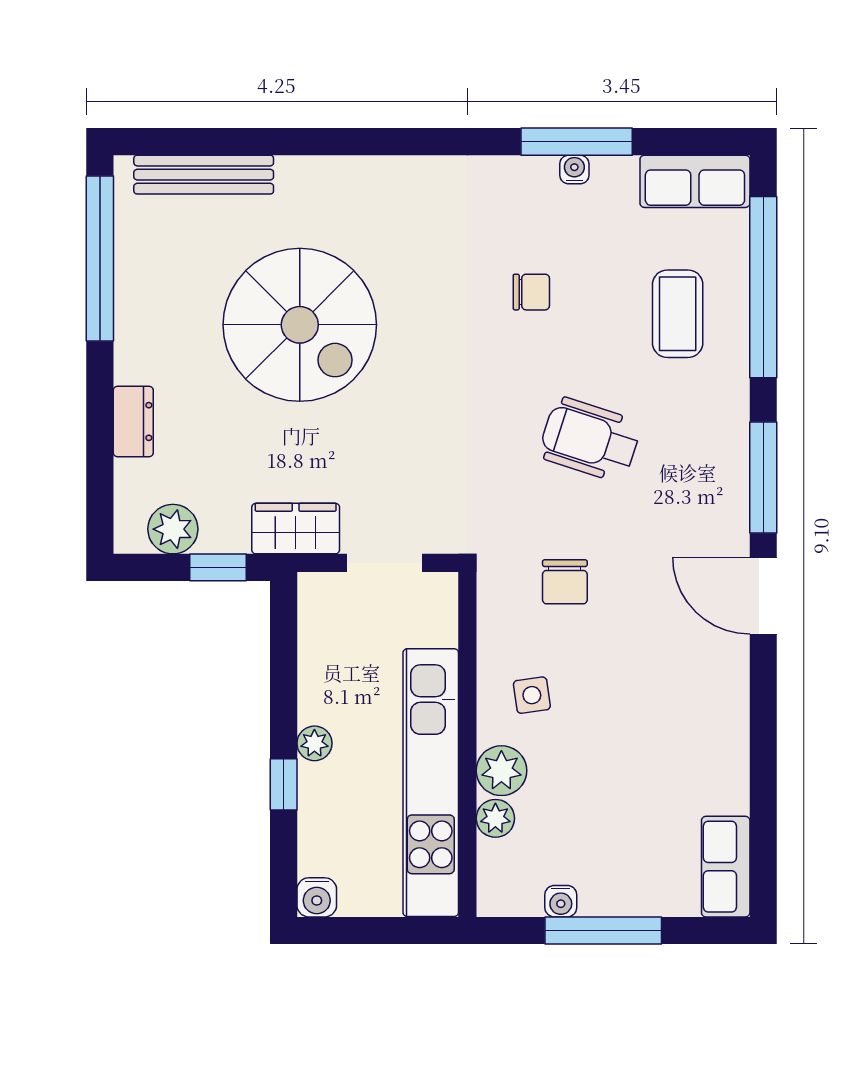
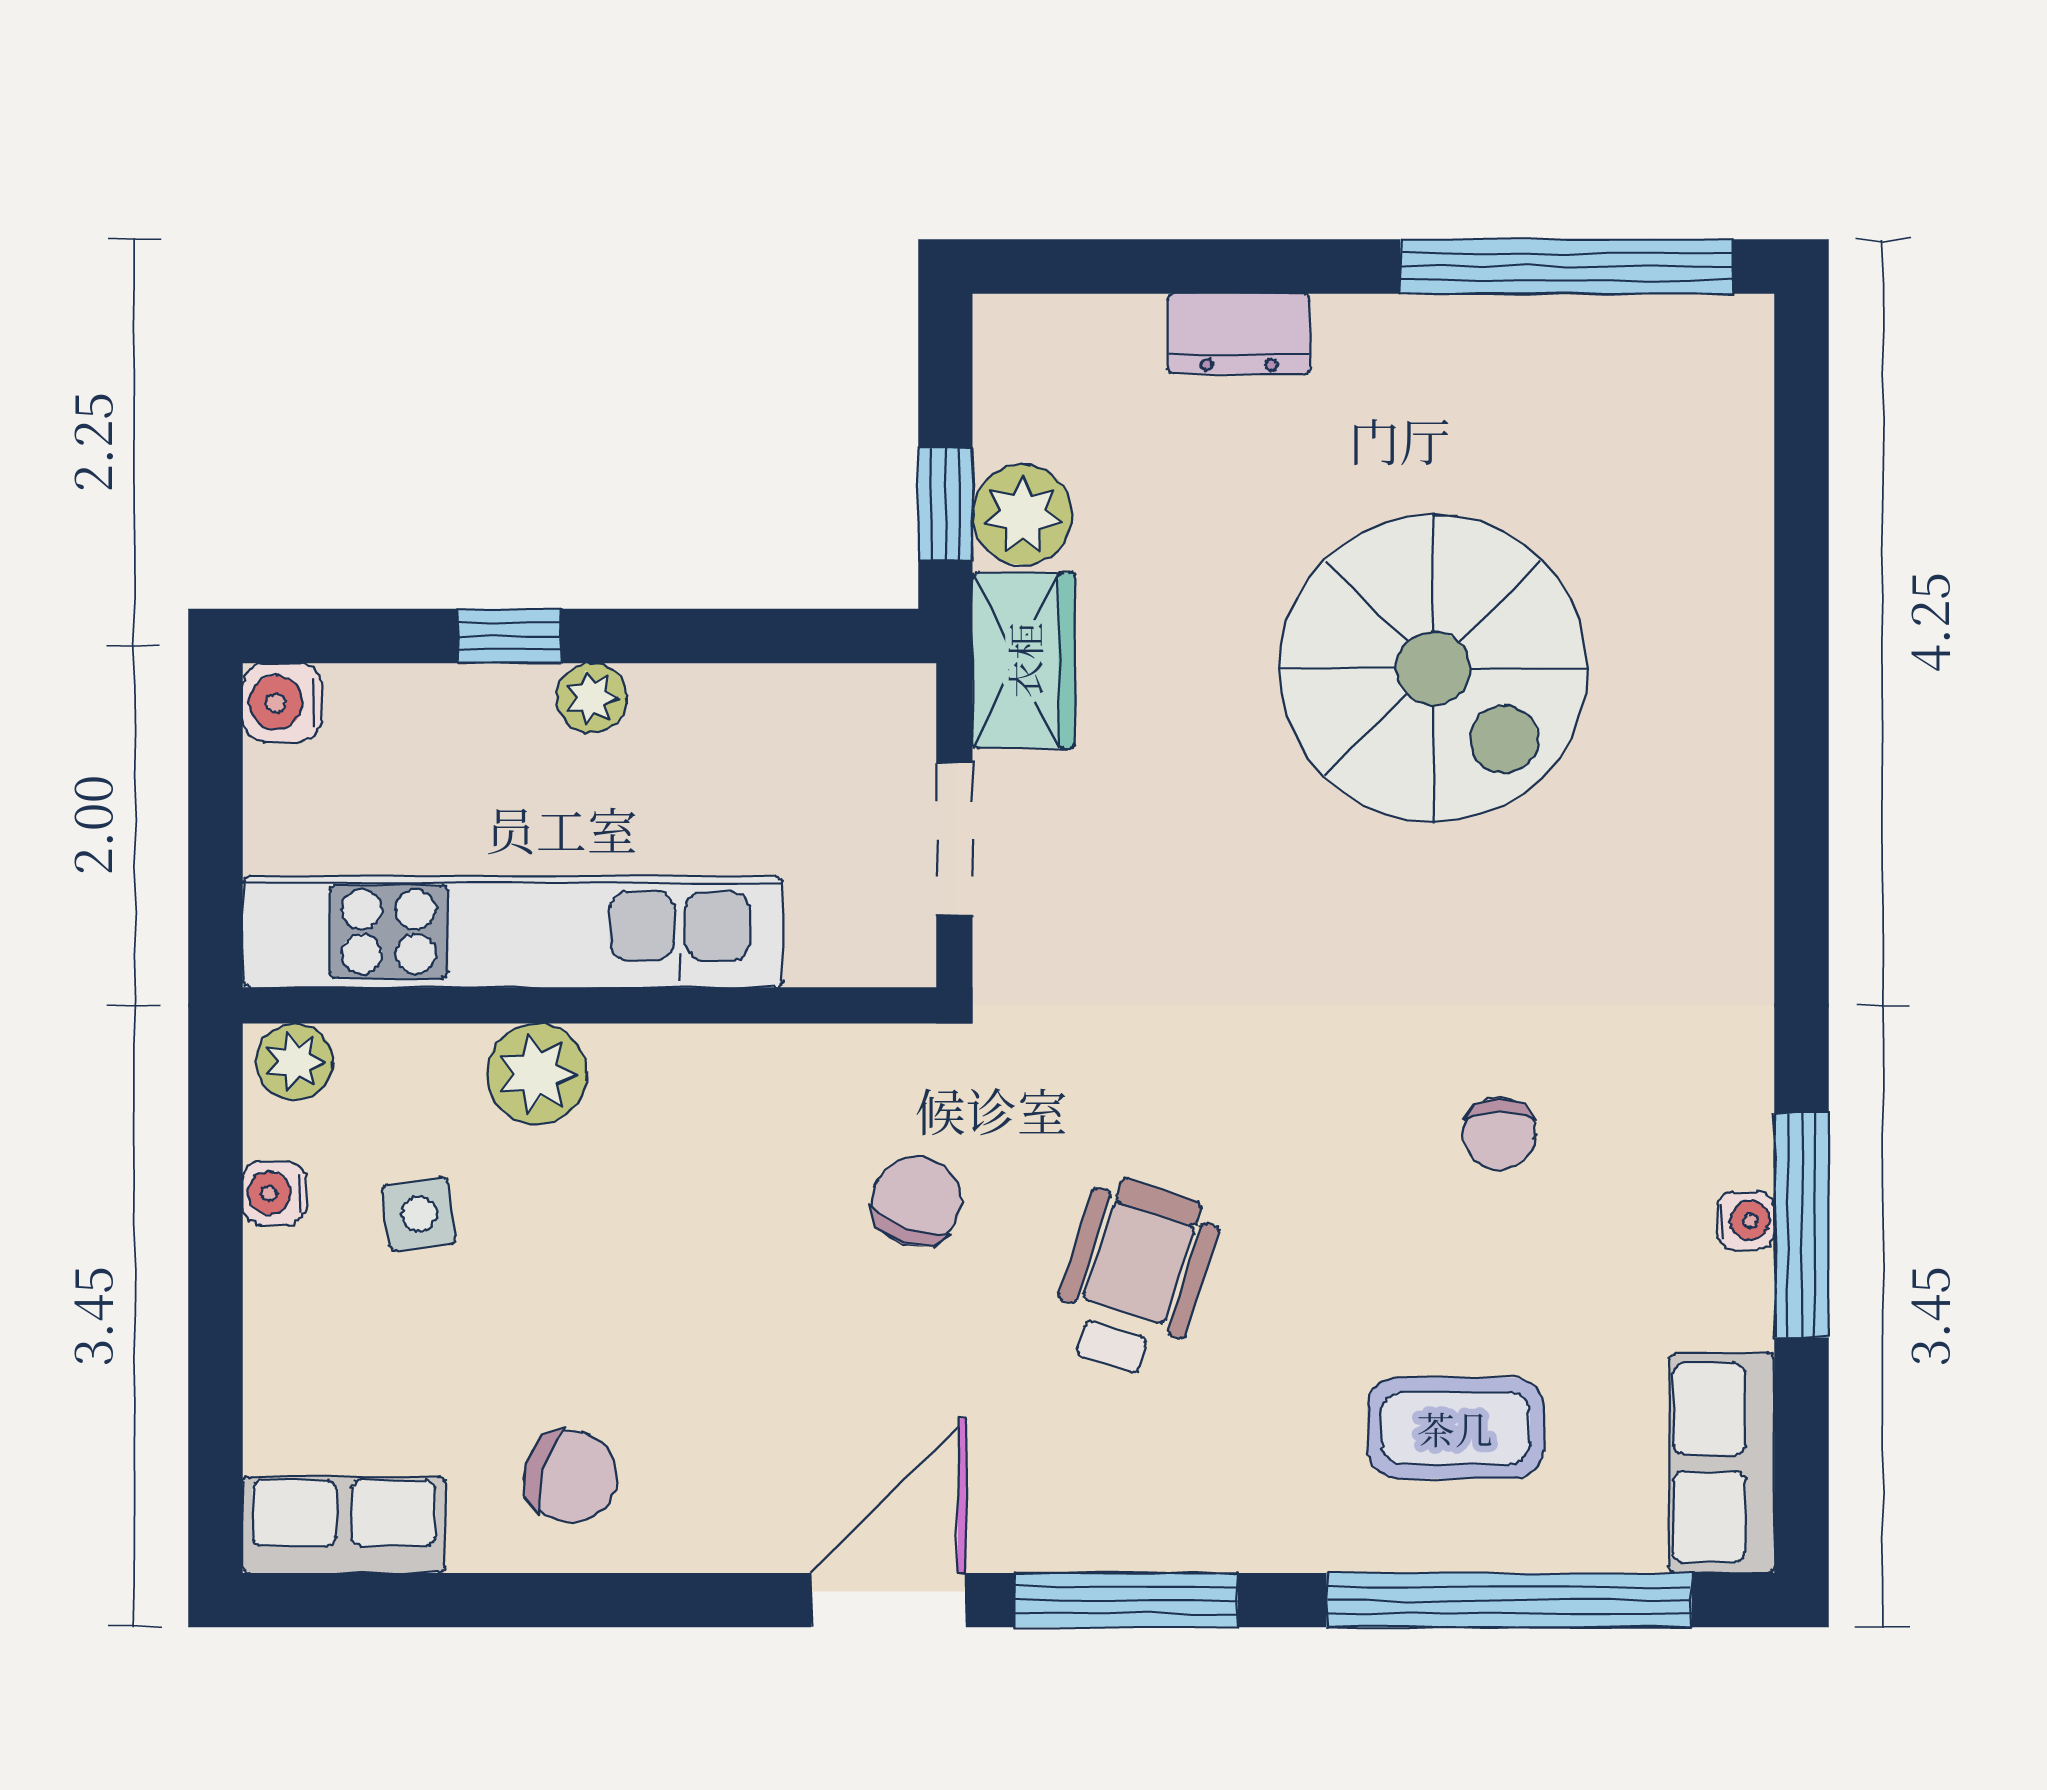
bench: (204, 175) -> (1735, 475), removed
spiral stairs: (300, 325) -> (1433, 668), turned -90
wheelchair: (590, 440) -> (1134, 1277), moved
plant: (173, 529) -> (1022, 515), moved
chair: (565, 582) -> (917, 1201), turned 110
side table: (532, 695) -> (419, 1214), moved
chair: (702, 754) -> (571, 1476), added
plant: (495, 818) -> (295, 1062), moved
window: (603, 930) -> (216, 1278), removed

